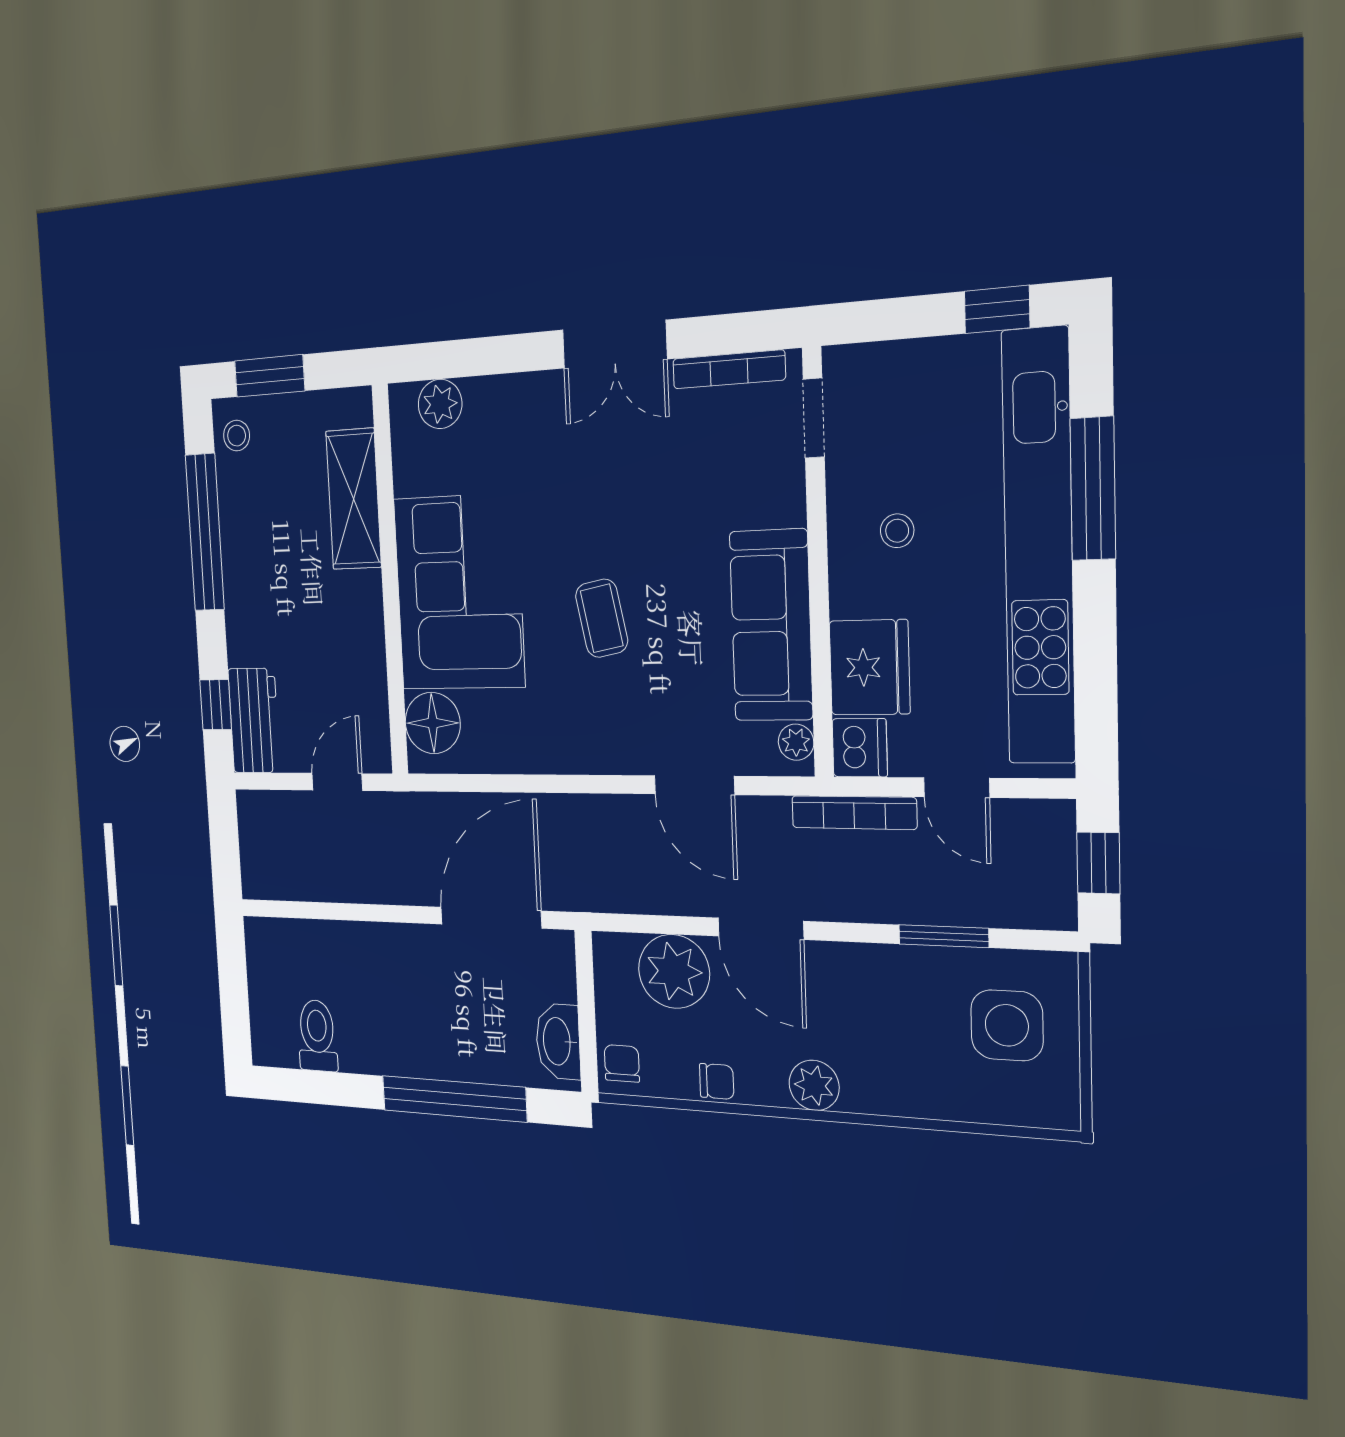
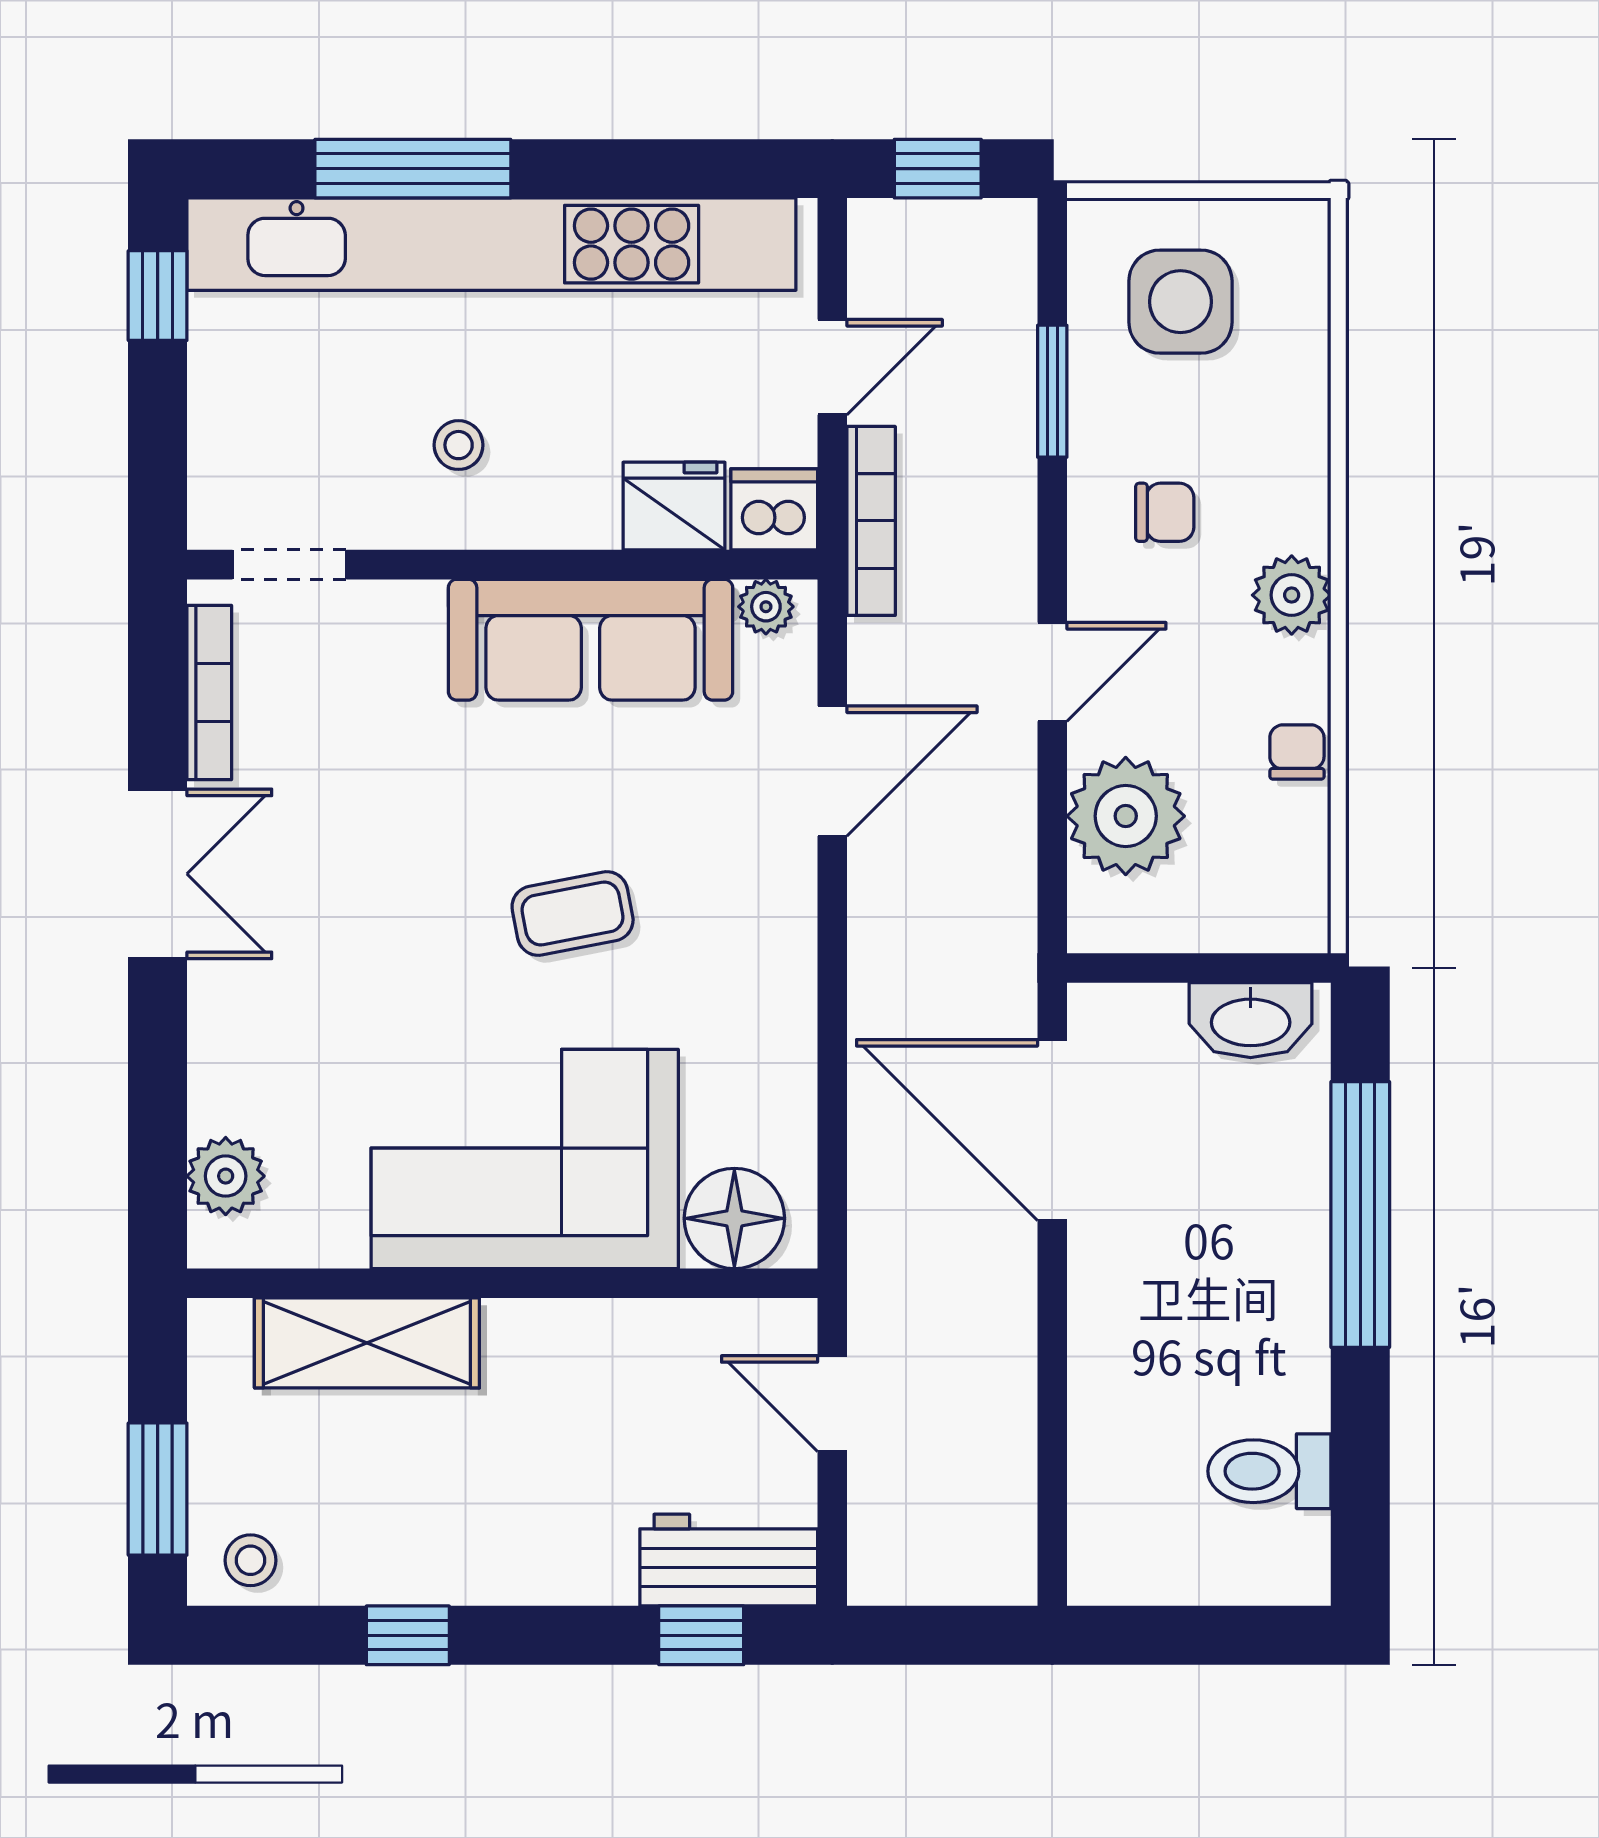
window: (205, 532) -> (408, 1635), width x0.32
fridge: (870, 667) -> (674, 506), width x0.73, depth x0.75
door: (761, 929) -> (1052, 672), width x0.73
chair: (622, 1063) -> (1165, 512), moved, turned 180

